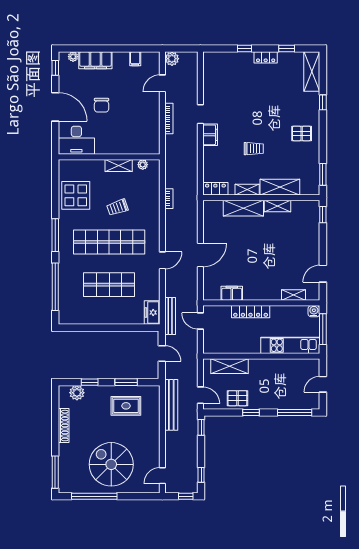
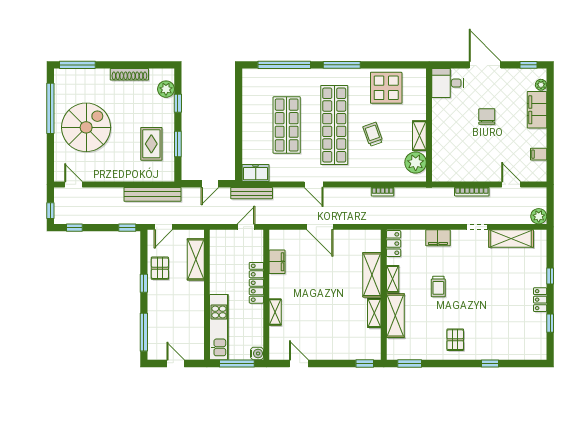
plant: (172, 59) -> (539, 216), moved
shelving: (312, 72) -> (511, 239), moved
chair: (102, 105) -> (487, 117), turned 90
door: (55, 107) -> (485, 65), swing flipped
filing cabinet: (210, 135) -> (438, 238), moved
desk: (76, 140) -> (448, 83), width x0.73
plant: (143, 165) -> (416, 163), width x1.88, depth x1.88
shelving: (293, 295) -> (275, 312), moved

